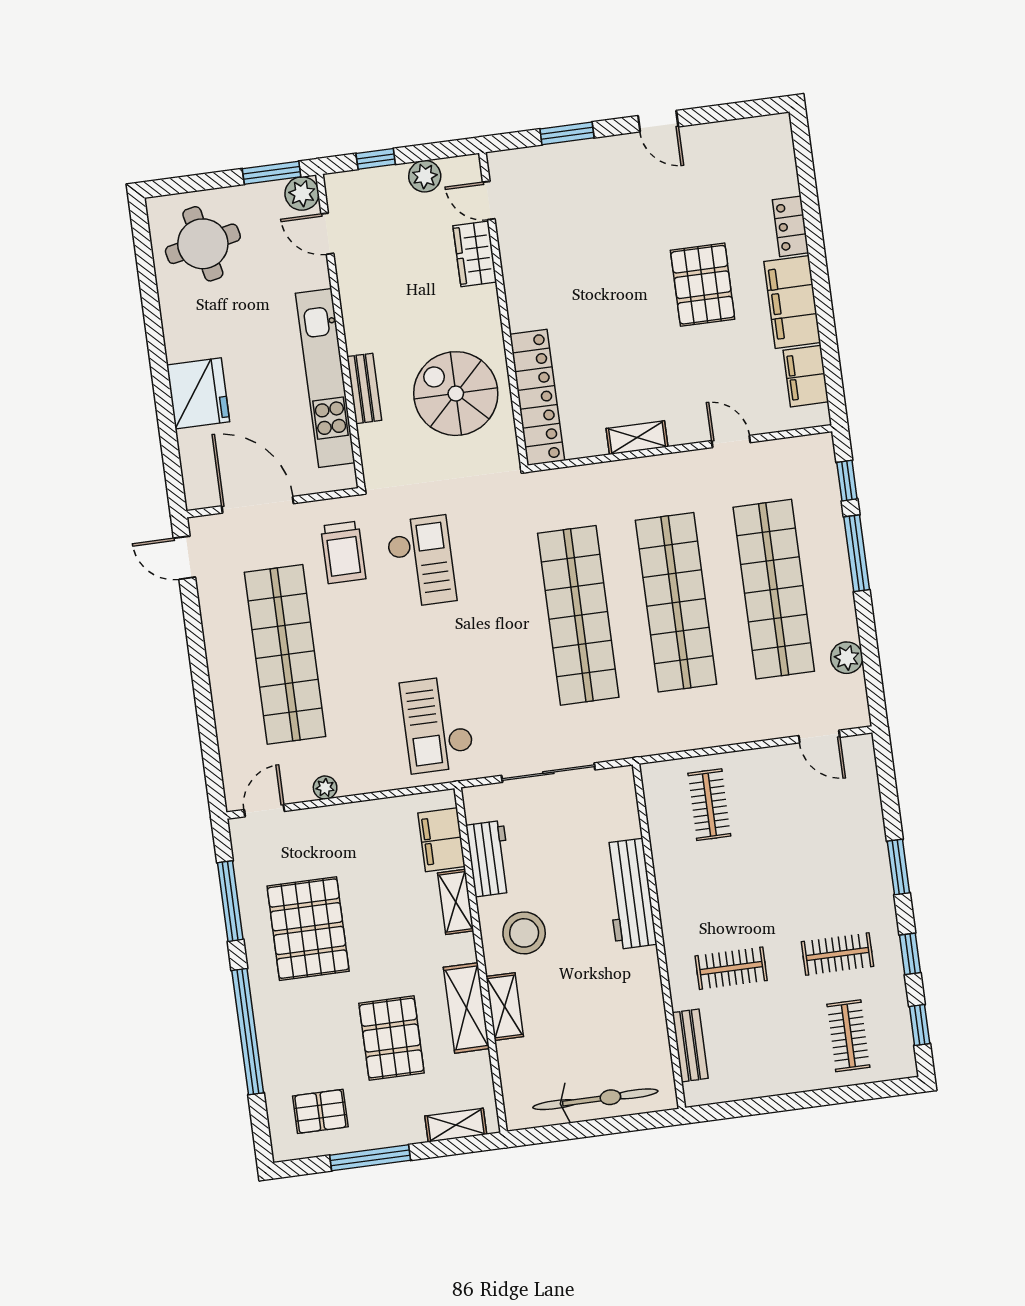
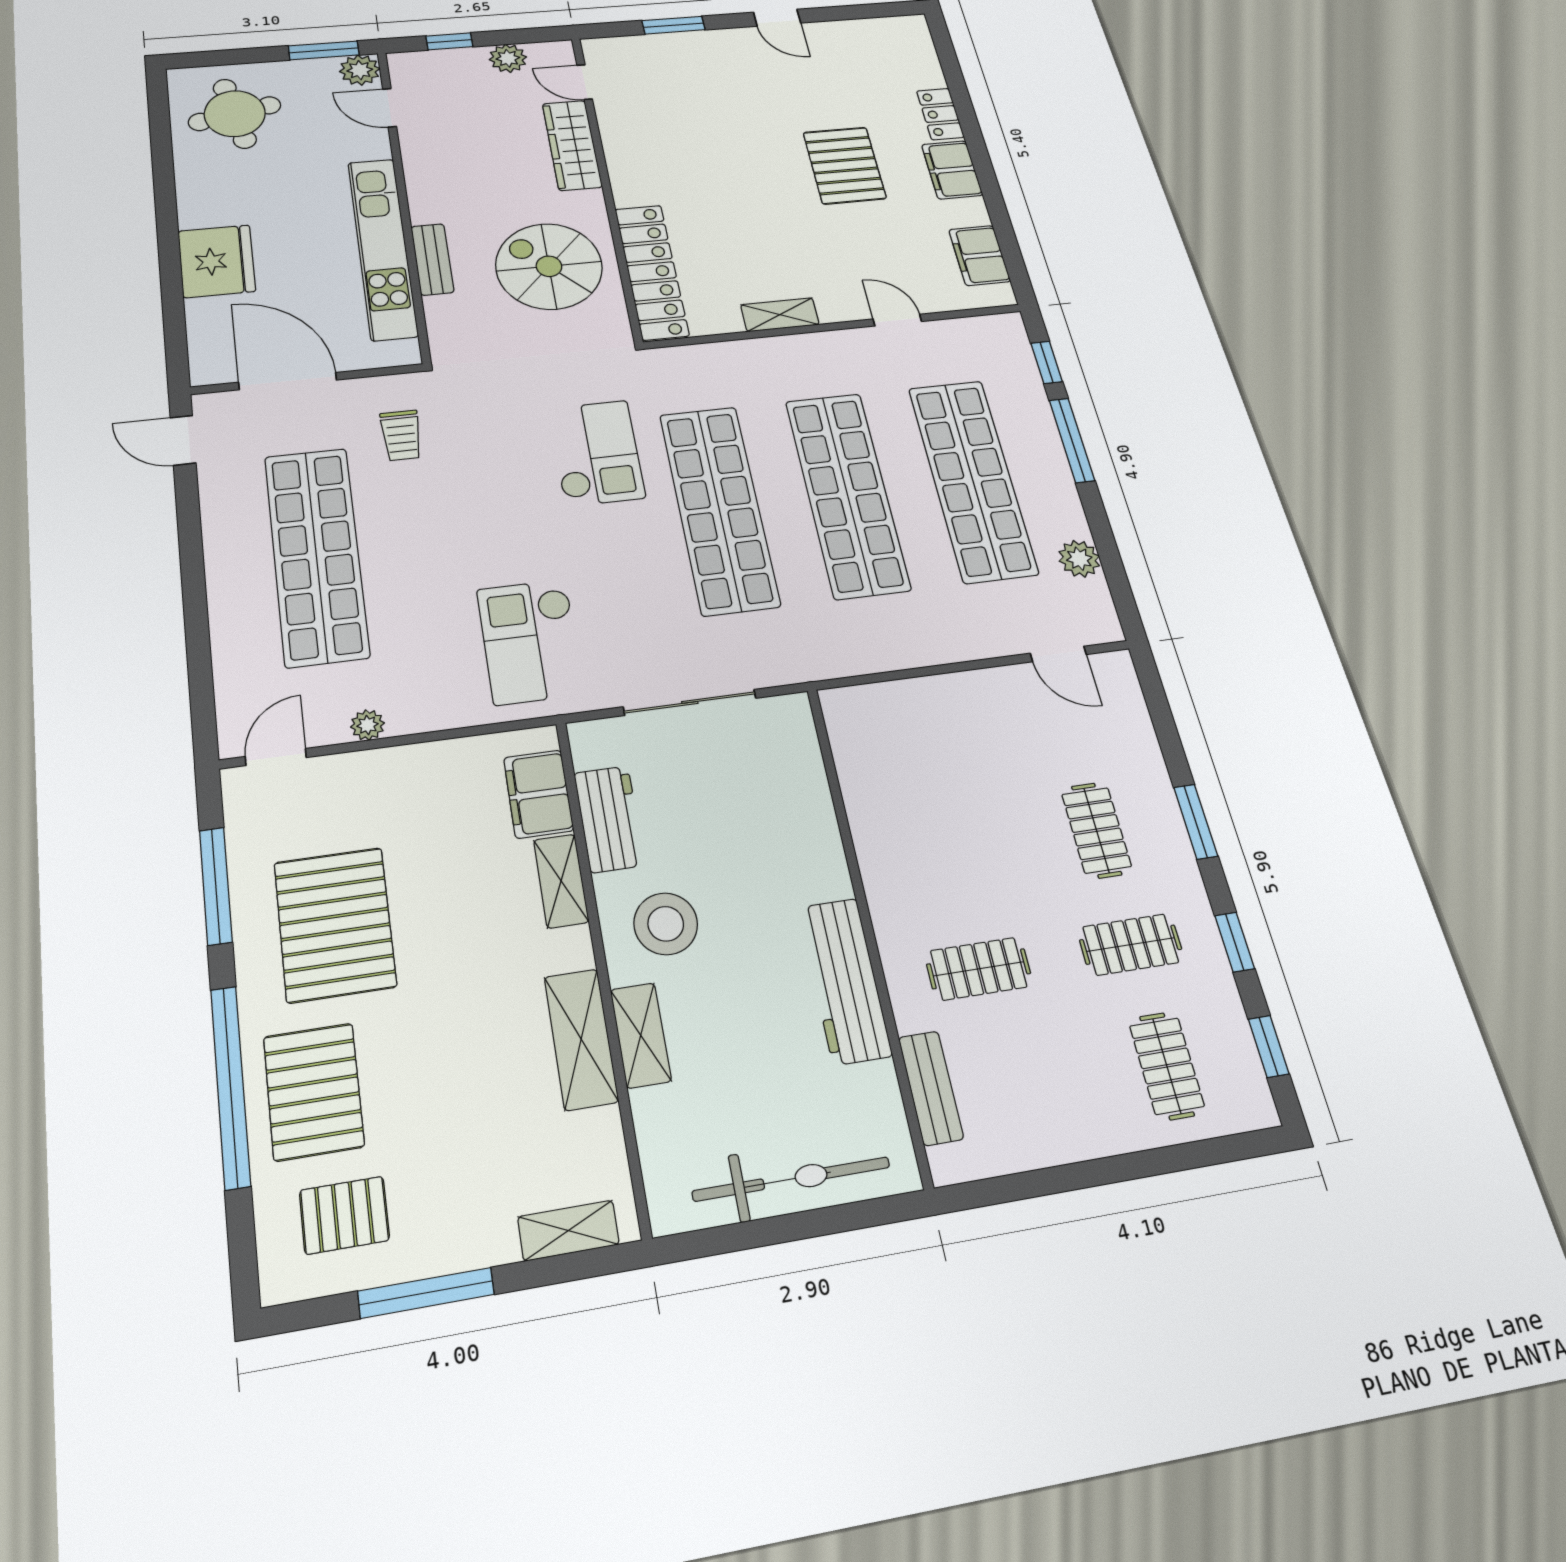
wardrobe: (475, 254) -> (572, 145), width x1.50
filing cabinet: (792, 302) -> (952, 170), width x0.67, depth x0.86
trolley: (343, 552) -> (401, 435), width x0.73, depth x0.72
checkout: (421, 562) -> (596, 453), moved
clothes rail: (709, 805) -> (1096, 830), moved
workbench: (630, 894) -> (845, 981), moved
pallet: (392, 1038) -> (314, 1091), moved

